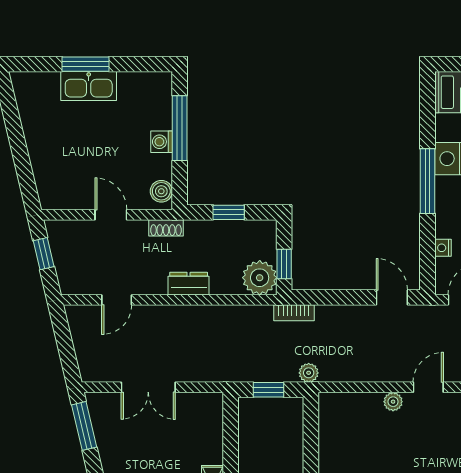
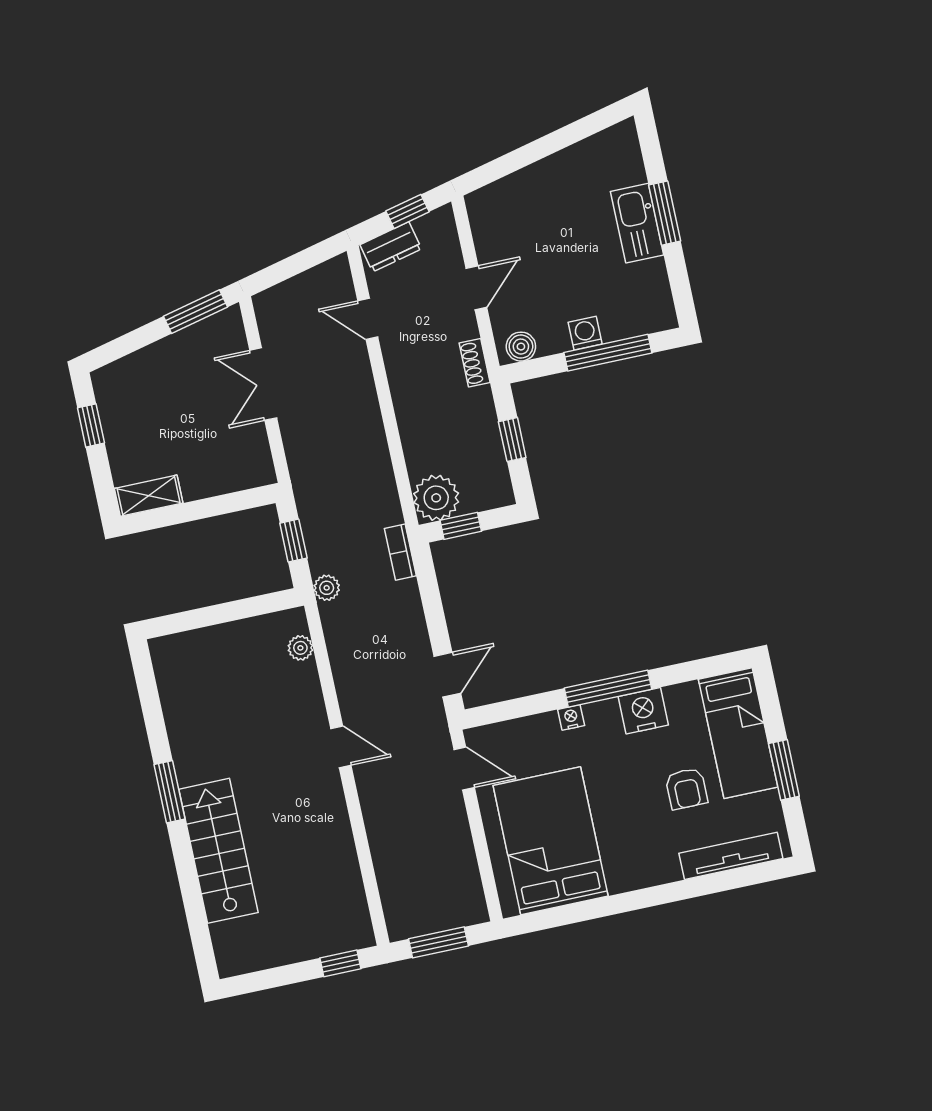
nightstand: (443, 248) -> (571, 717), moved
dresser: (189, 284) -> (391, 247), moved, turned 77
plant: (393, 402) -> (300, 648), moved

